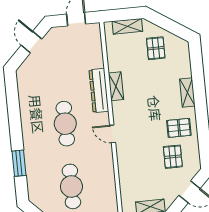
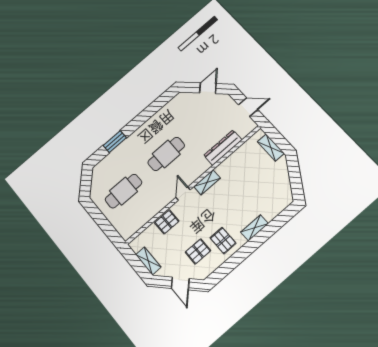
pallet: (156, 48) -> (167, 222), moved
shelving: (116, 86) -> (207, 182), moved
dresser: (99, 91) -> (223, 148), moved

